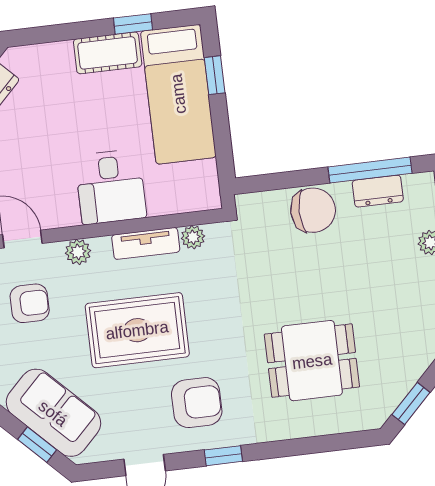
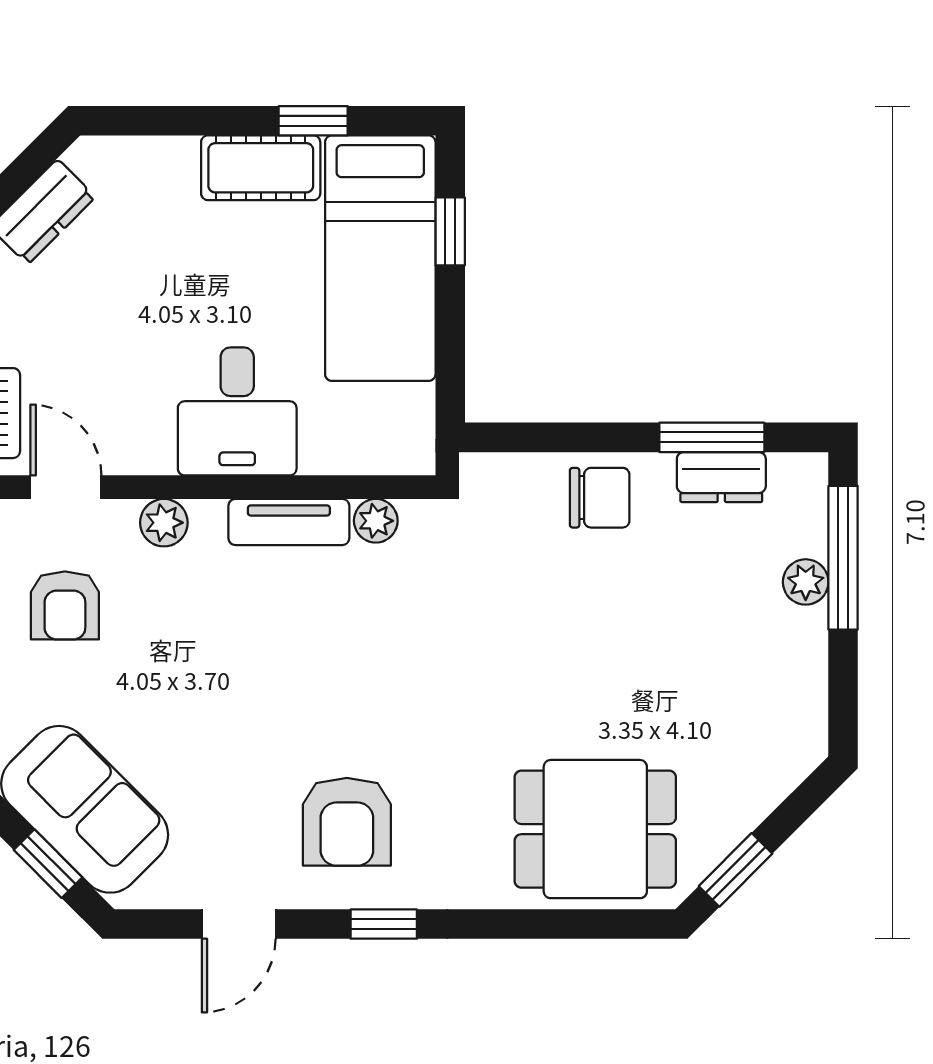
window: (370, 170) -> (712, 437), width x0.69
chair: (313, 210) -> (600, 498), width x0.73, depth x0.73
armchair: (30, 303) -> (65, 605), turned 90
rug: (137, 330) -> (255, 677), removed
dining table: (312, 361) -> (595, 829), moved
armchair: (197, 403) -> (347, 822), turned 90

